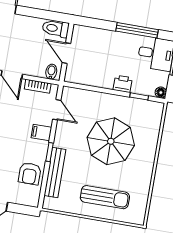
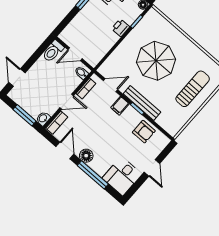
bench: (55, 173) -> (142, 103), moved

